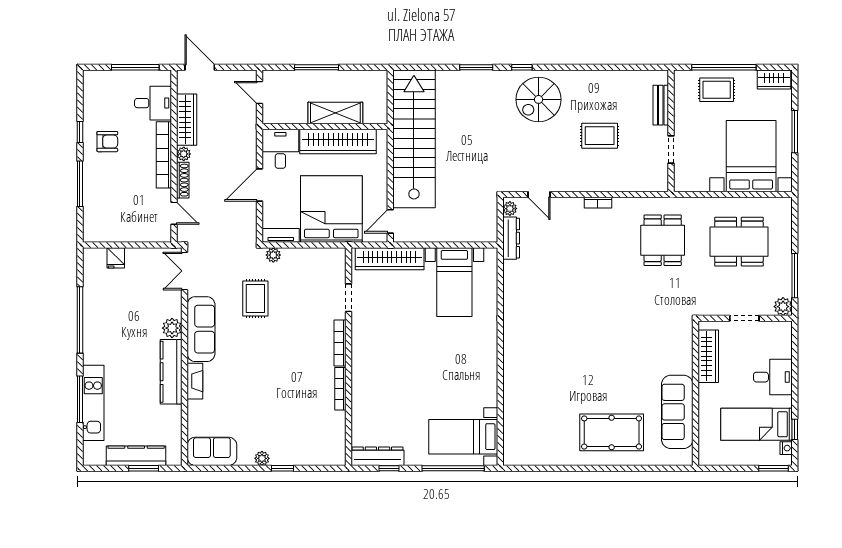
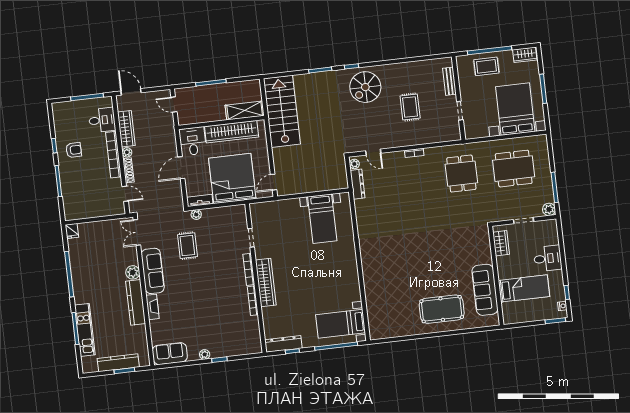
shelving: (335, 113) -> (245, 110), moved
rug: (600, 136) -> (410, 107), turned 90
stairs: (414, 139) -> (282, 111), width x0.73
fridge: (116, 258) -> (72, 231), moved
wardrobe: (390, 259) -> (266, 282), moved, turned -90
wardrobe: (708, 356) -> (501, 243), width x0.67
bed: (757, 424) -> (524, 288), moved, turned 180

